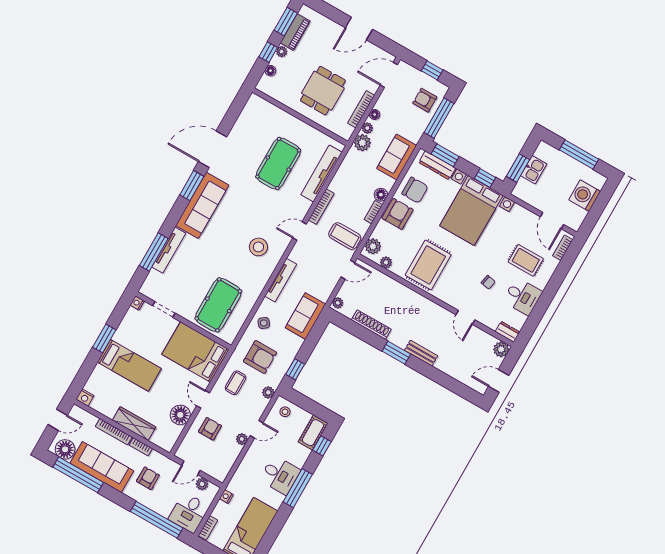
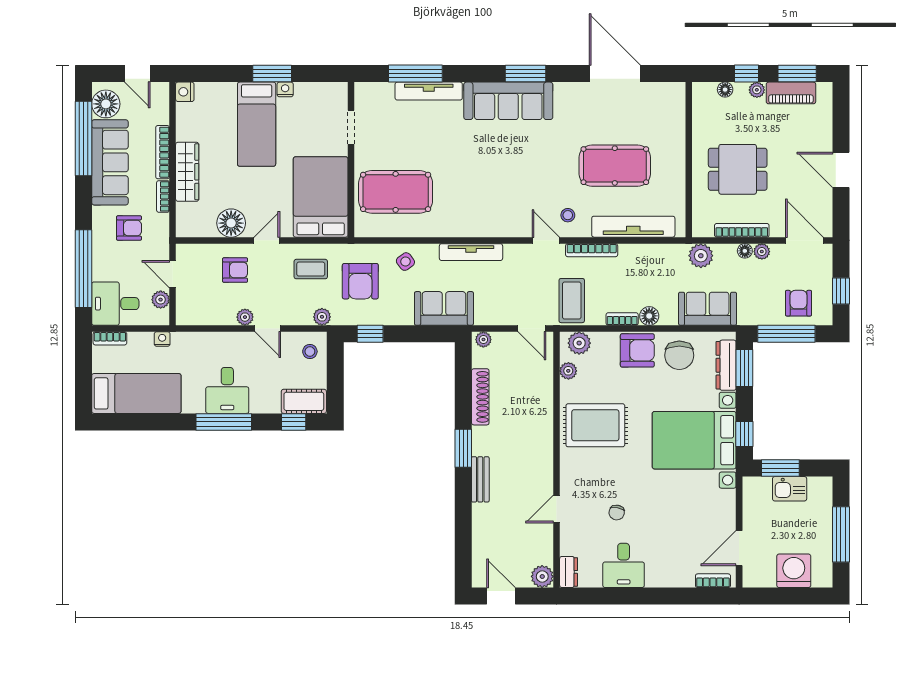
plant: (367, 128) -> (762, 252), moved
door: (213, 149) -> (615, 74), moved
stool: (258, 247) -> (568, 215), moved, width x0.53, depth x0.53
rug: (526, 260) -> (671, 544), removed
nightstand: (137, 303) -> (285, 89), moved

